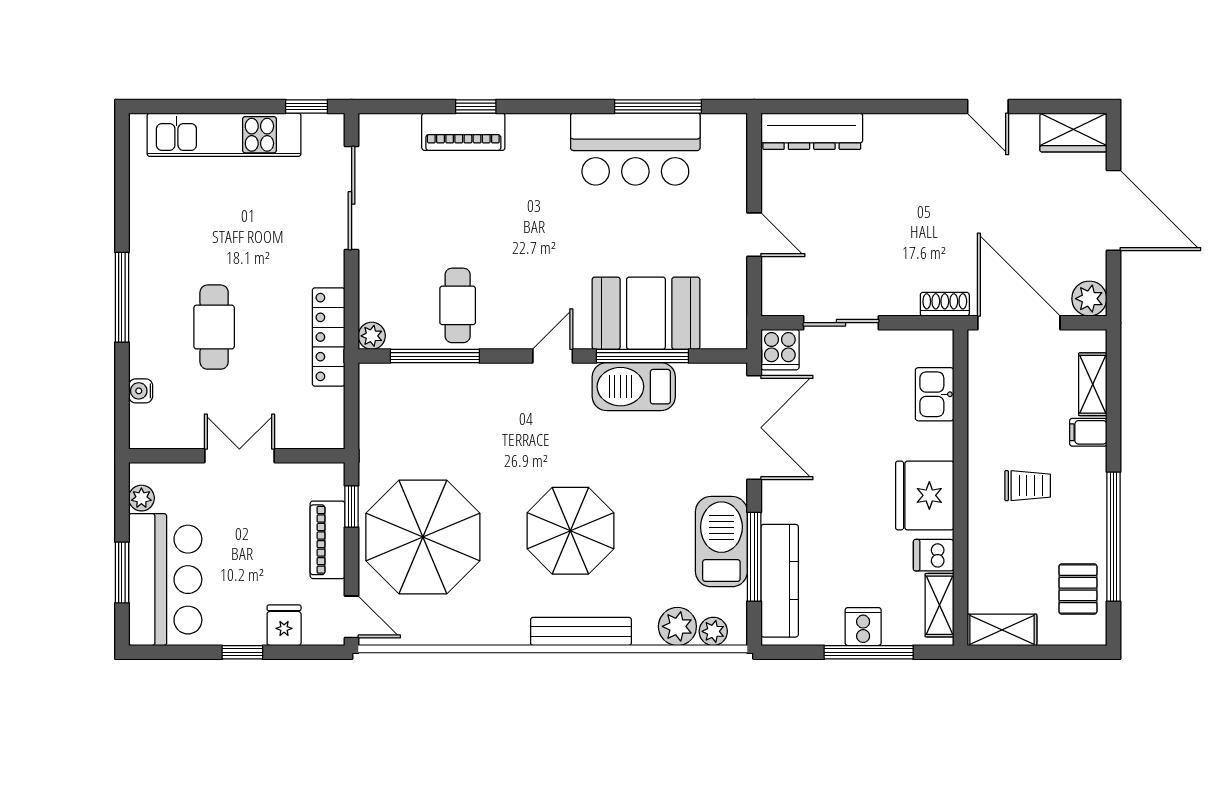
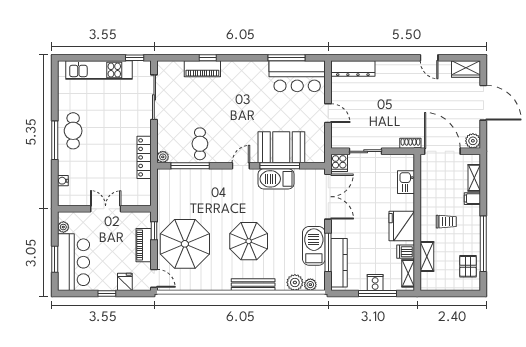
bar counter: (635, 149) -> (297, 76), moved
cafe table: (214, 327) -> (73, 131), moved
shelving: (1002, 630) -> (427, 256), moved, turned 90

